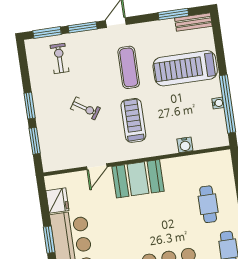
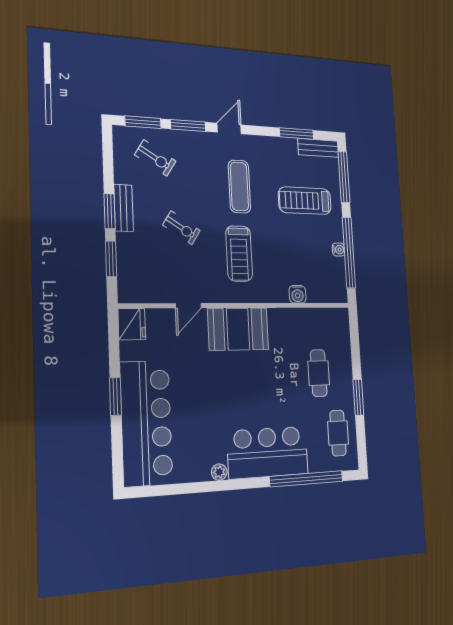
window: (218, 42) -> (344, 177), added
exercise bike: (60, 58) -> (155, 158), turned 122
treadmill: (185, 68) -> (305, 201), width x0.73, depth x0.73
bench: (40, 101) -> (124, 208), added
treadmill: (133, 120) -> (239, 254), turned 180
fridge: (57, 201) -> (132, 324), moved

